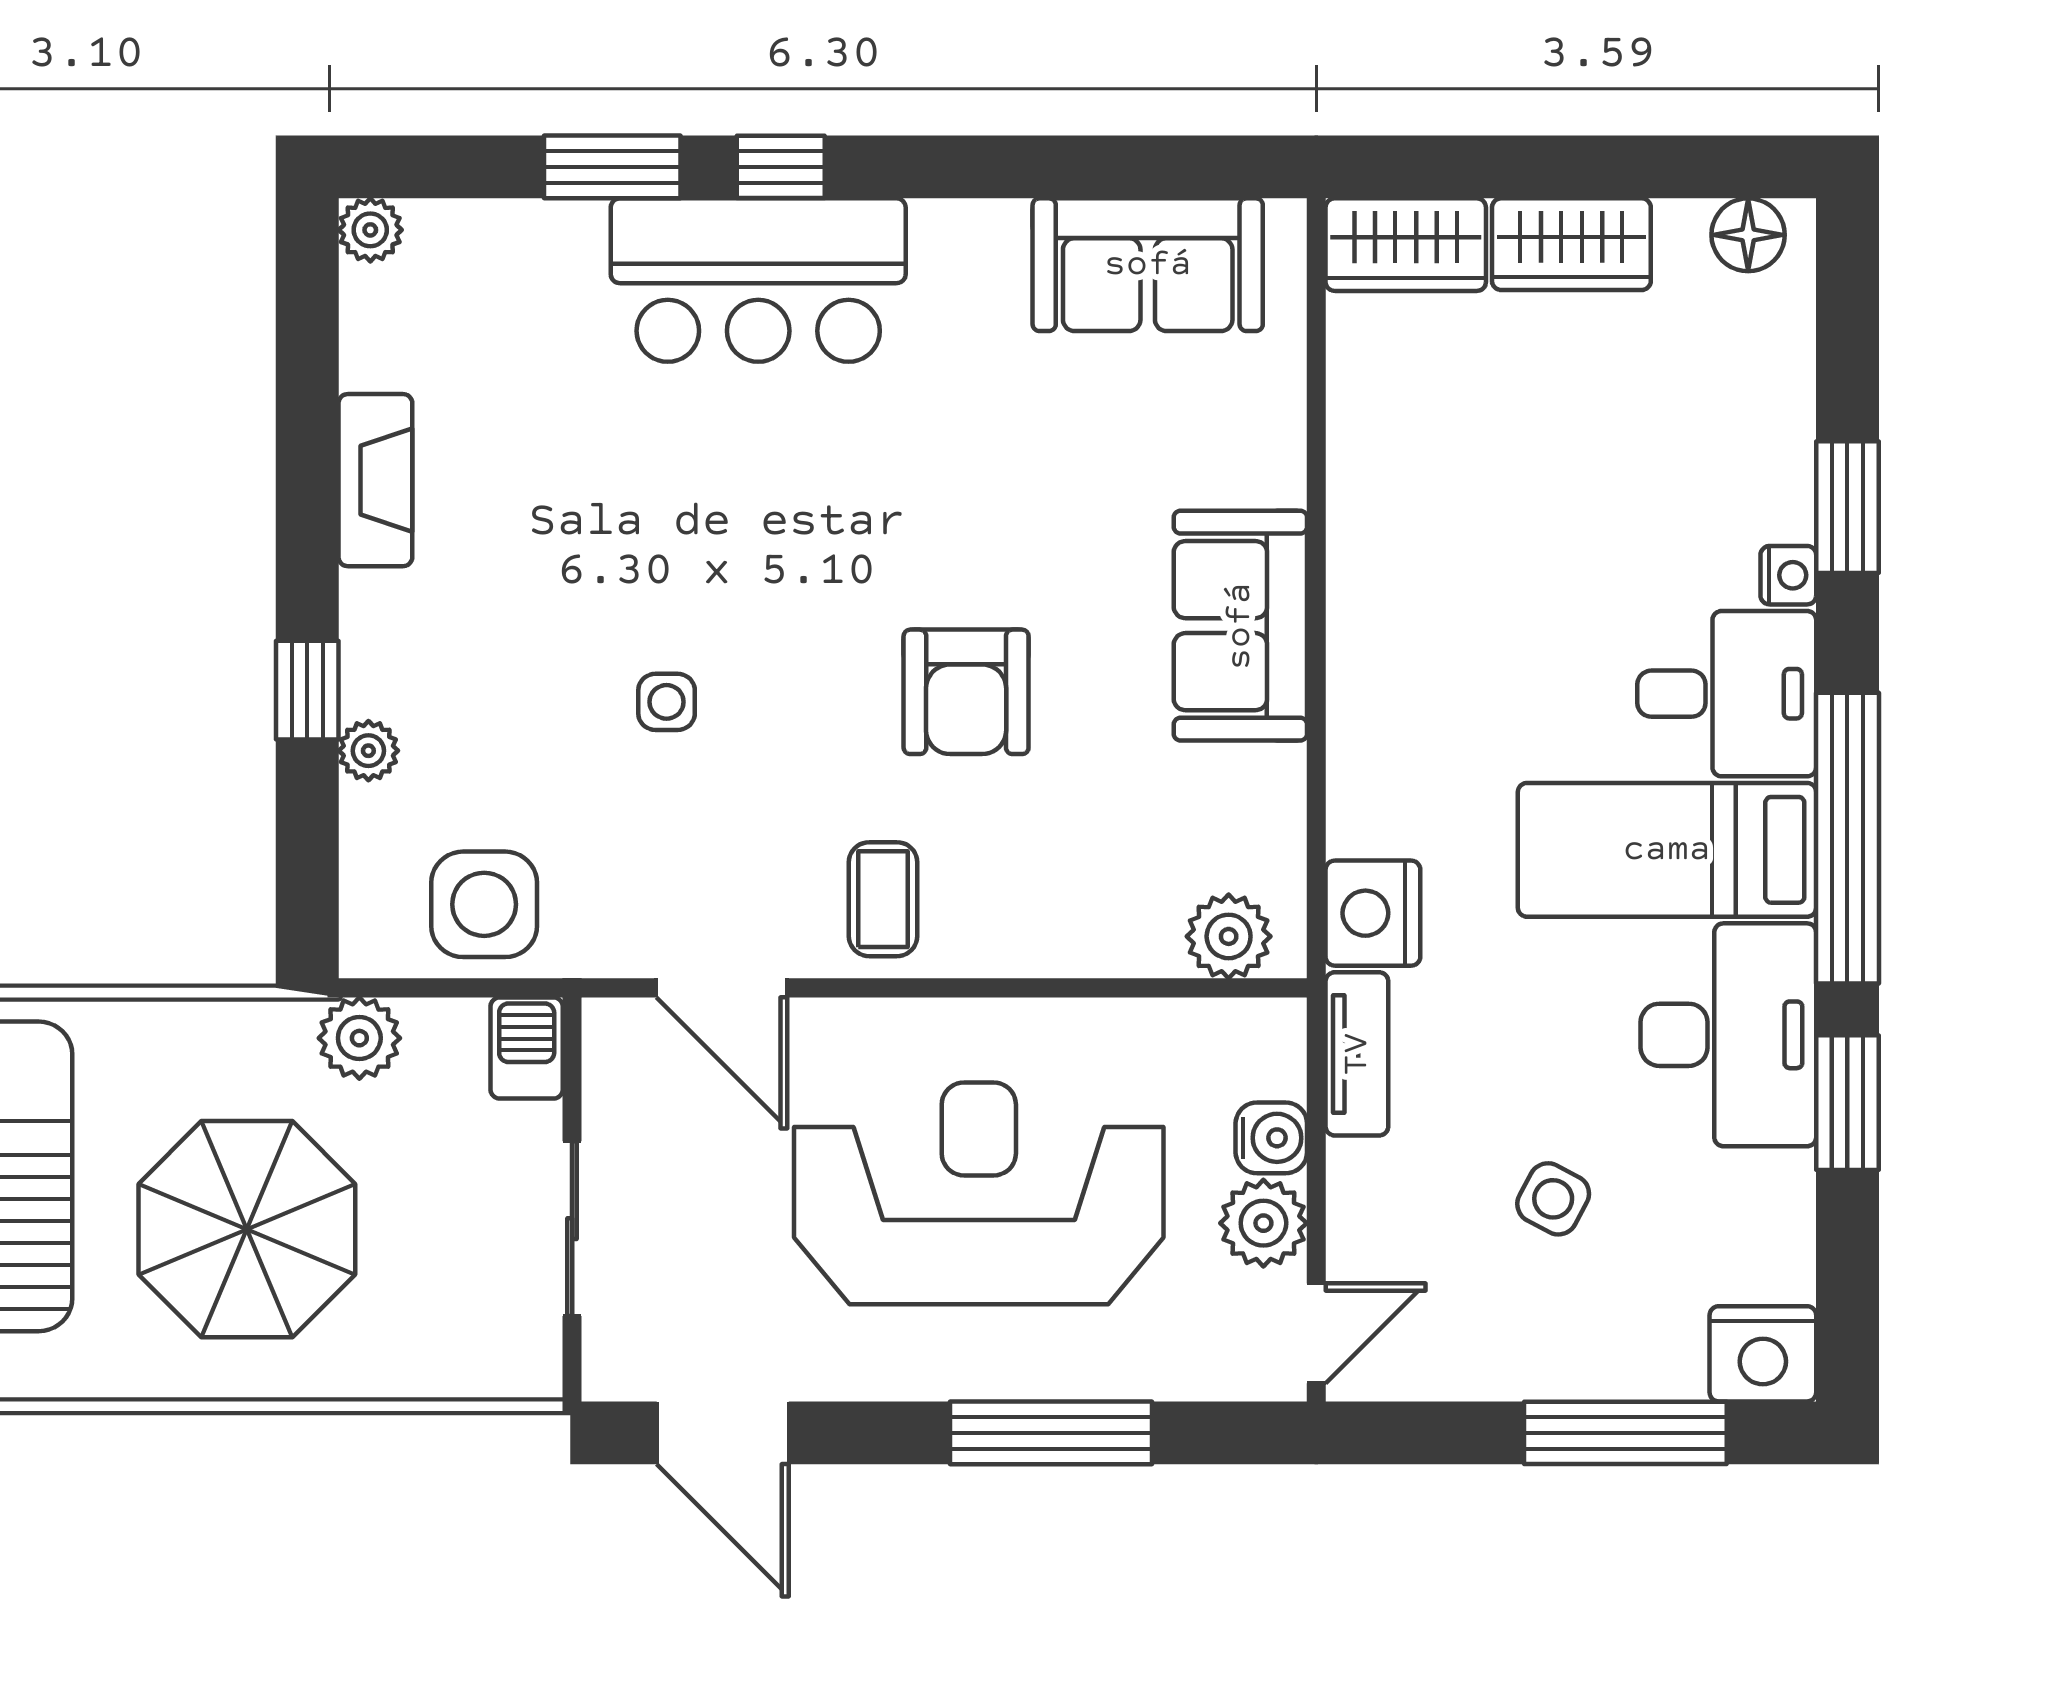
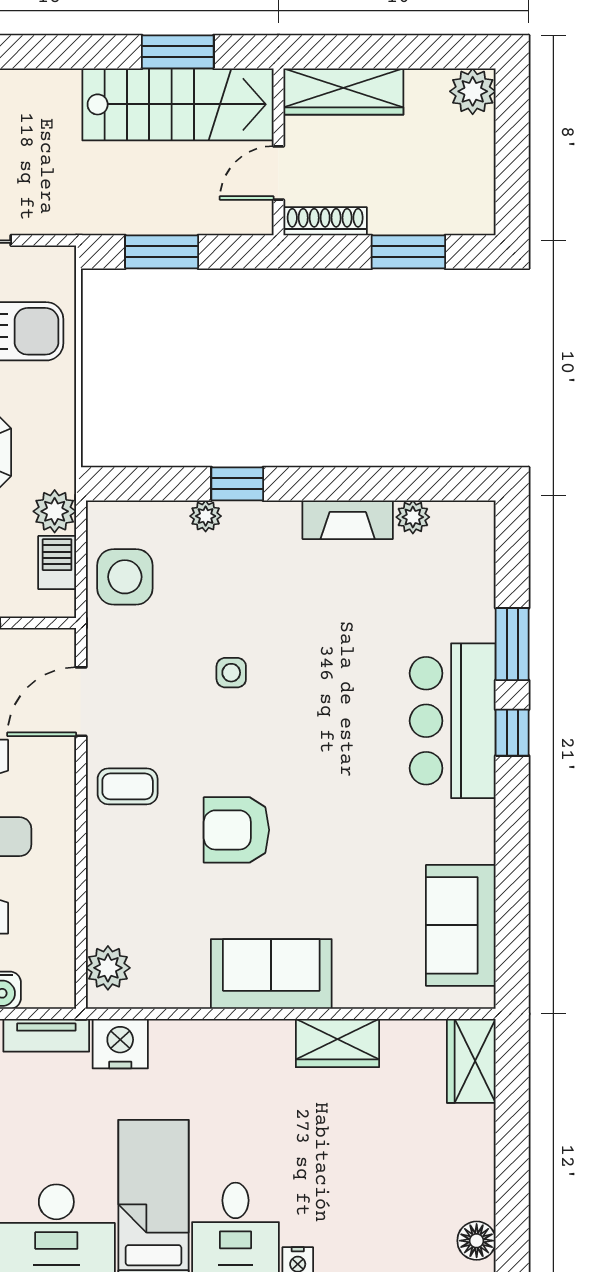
plant: (370, 230) -> (413, 517), moved
wardrobe: (1571, 244) -> (337, 1043), moved, turned -90
barbecue: (527, 1048) -> (57, 563), moved, turned -90

